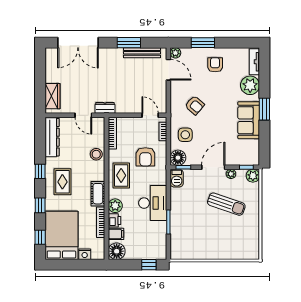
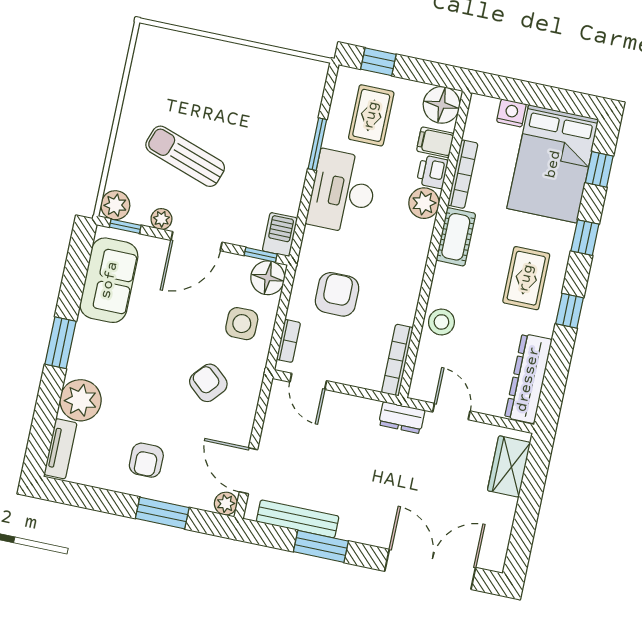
sofa: (249, 120) -> (109, 280), moved
rug: (121, 175) -> (371, 115), moved

